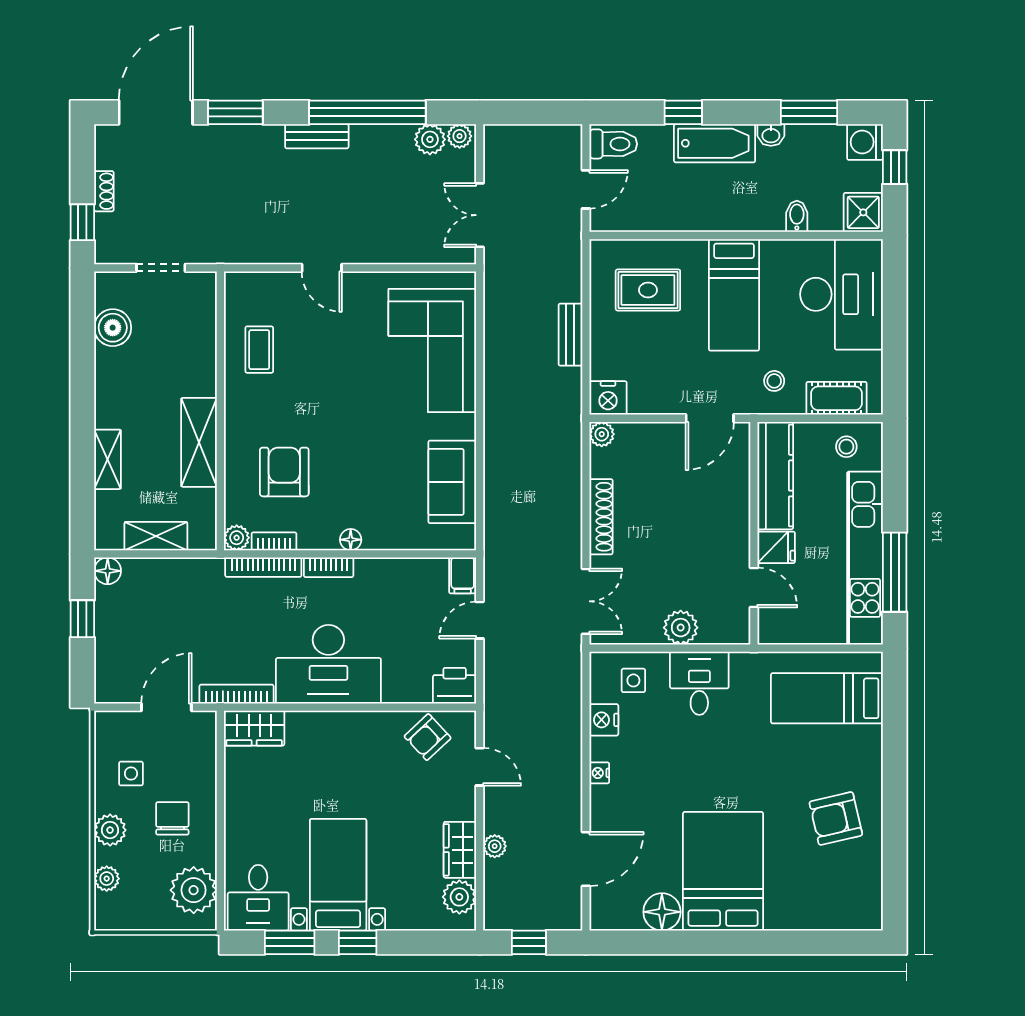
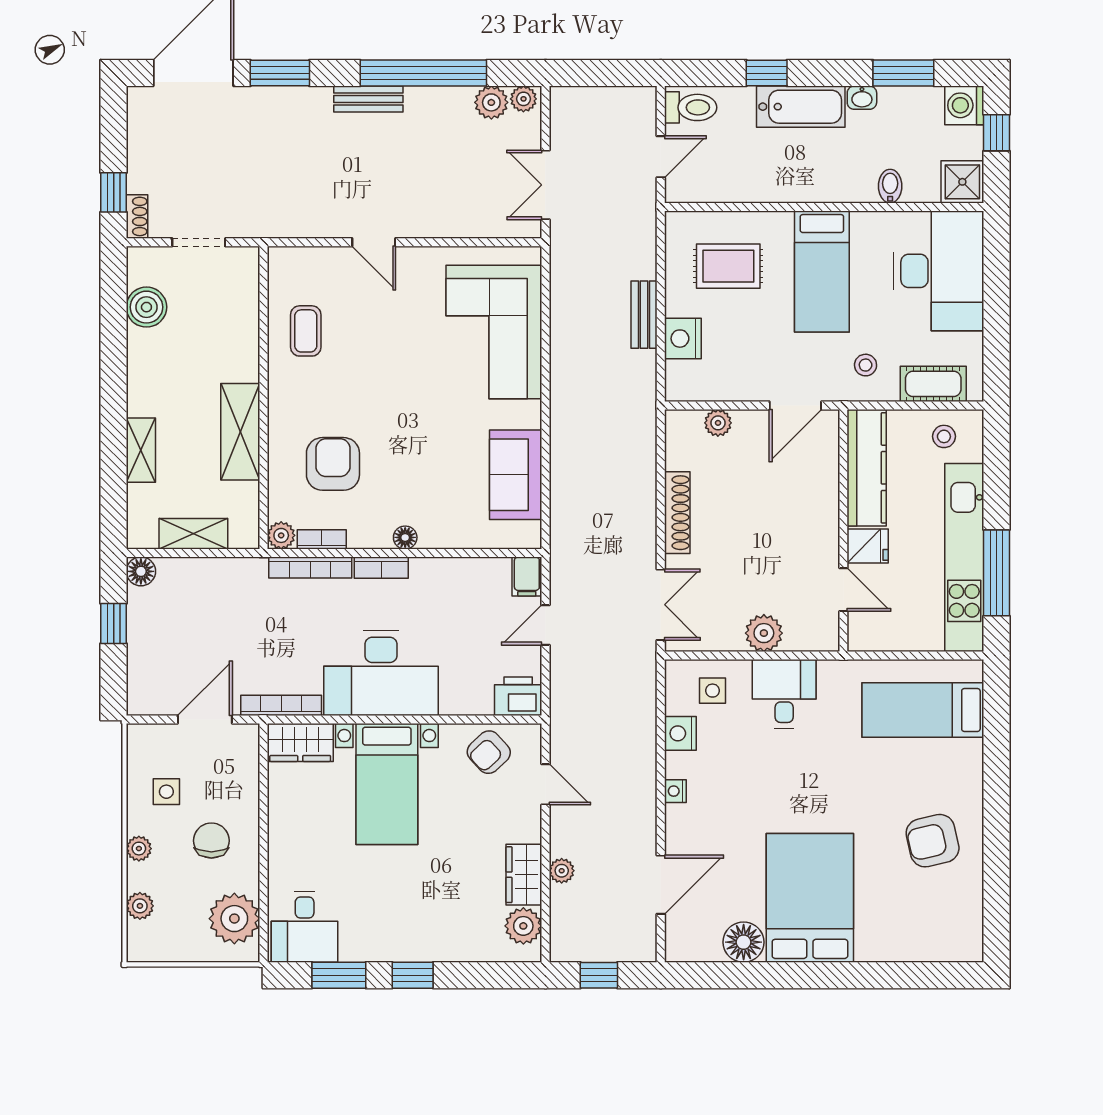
shoe rack: (104, 191) -> (137, 216), moved
nightstand: (608, 398) -> (683, 339), moved, turned 90
plant: (602, 434) -> (718, 423), moved
plant: (110, 830) -> (139, 849), width x0.73, depth x0.73
bed with nightstands: (338, 875) -> (387, 784), moved, turned 180

